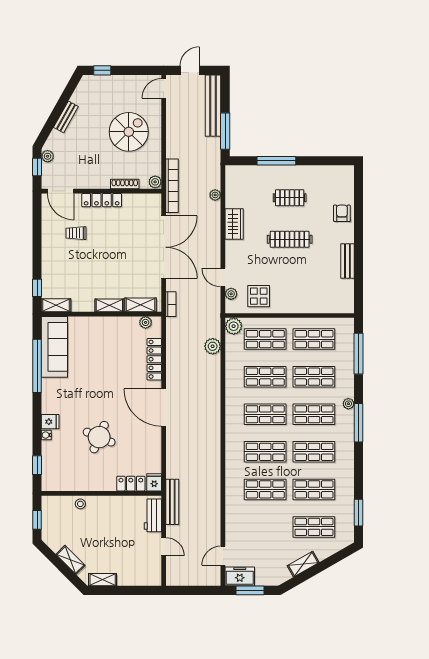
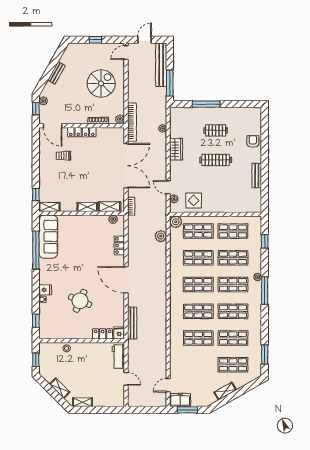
window: (102, 70) -> (95, 40), moved
window: (358, 354) -> (265, 241), width x0.46
locker: (154, 359) -> (119, 245), width x0.66
bench: (172, 502) -> (132, 323), moved

